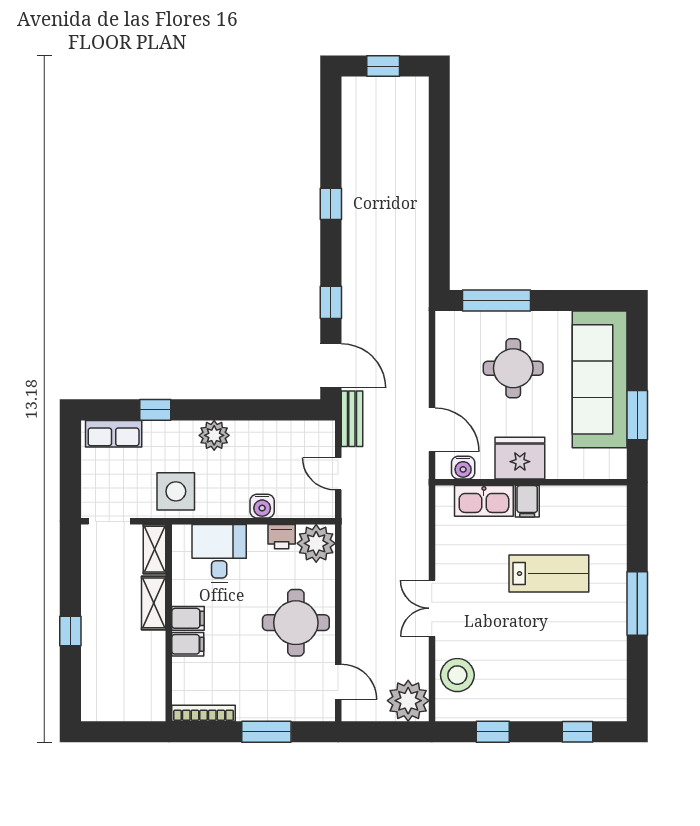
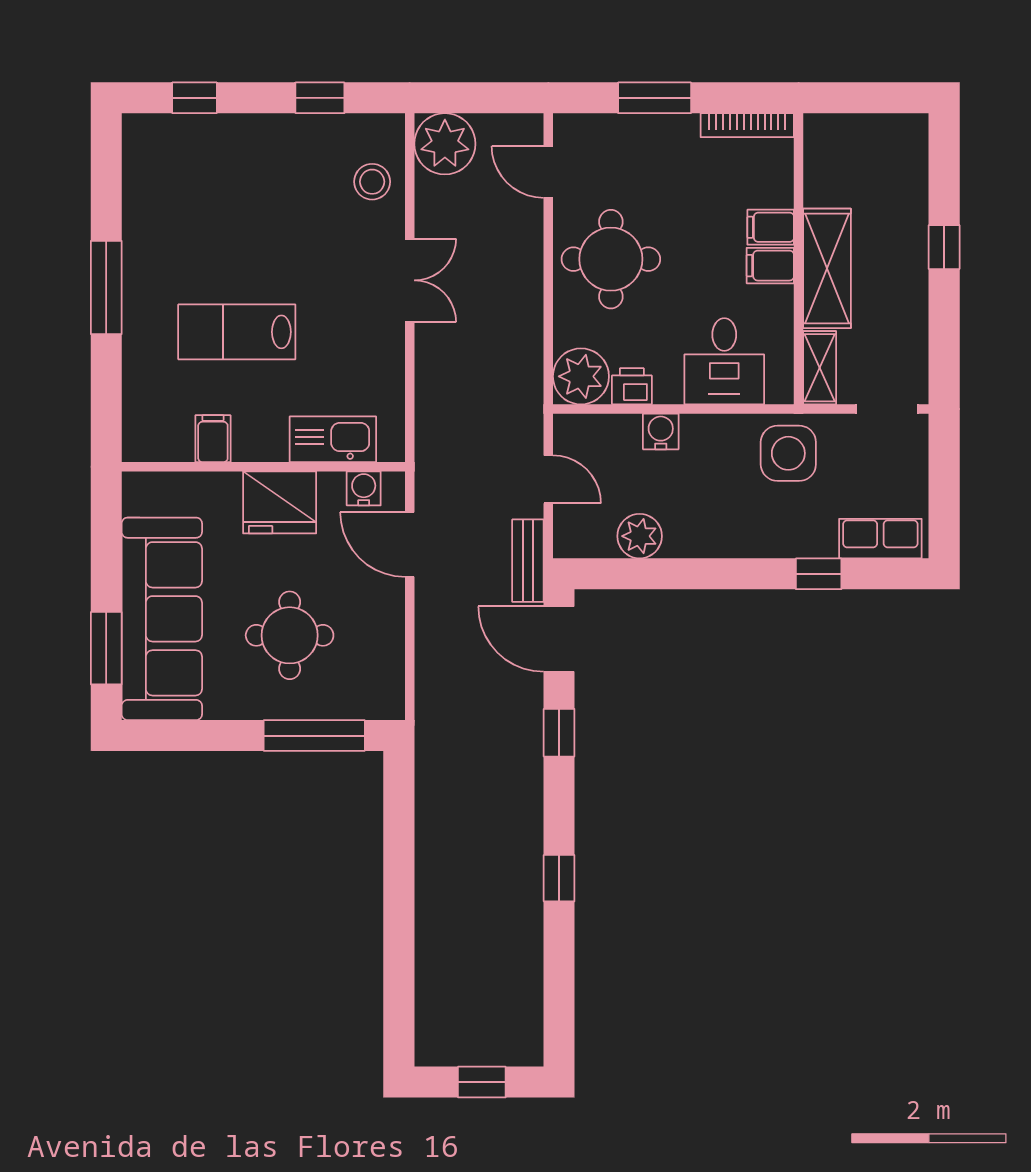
window: (637, 415) -> (106, 648), moved
plant: (214, 435) -> (640, 536), moved
filing cabinet: (527, 501) -> (213, 439), moved
shelving: (154, 603) -> (827, 268), width x1.50, depth x1.33
stool: (457, 675) -> (372, 182), width x0.73, depth x0.73

